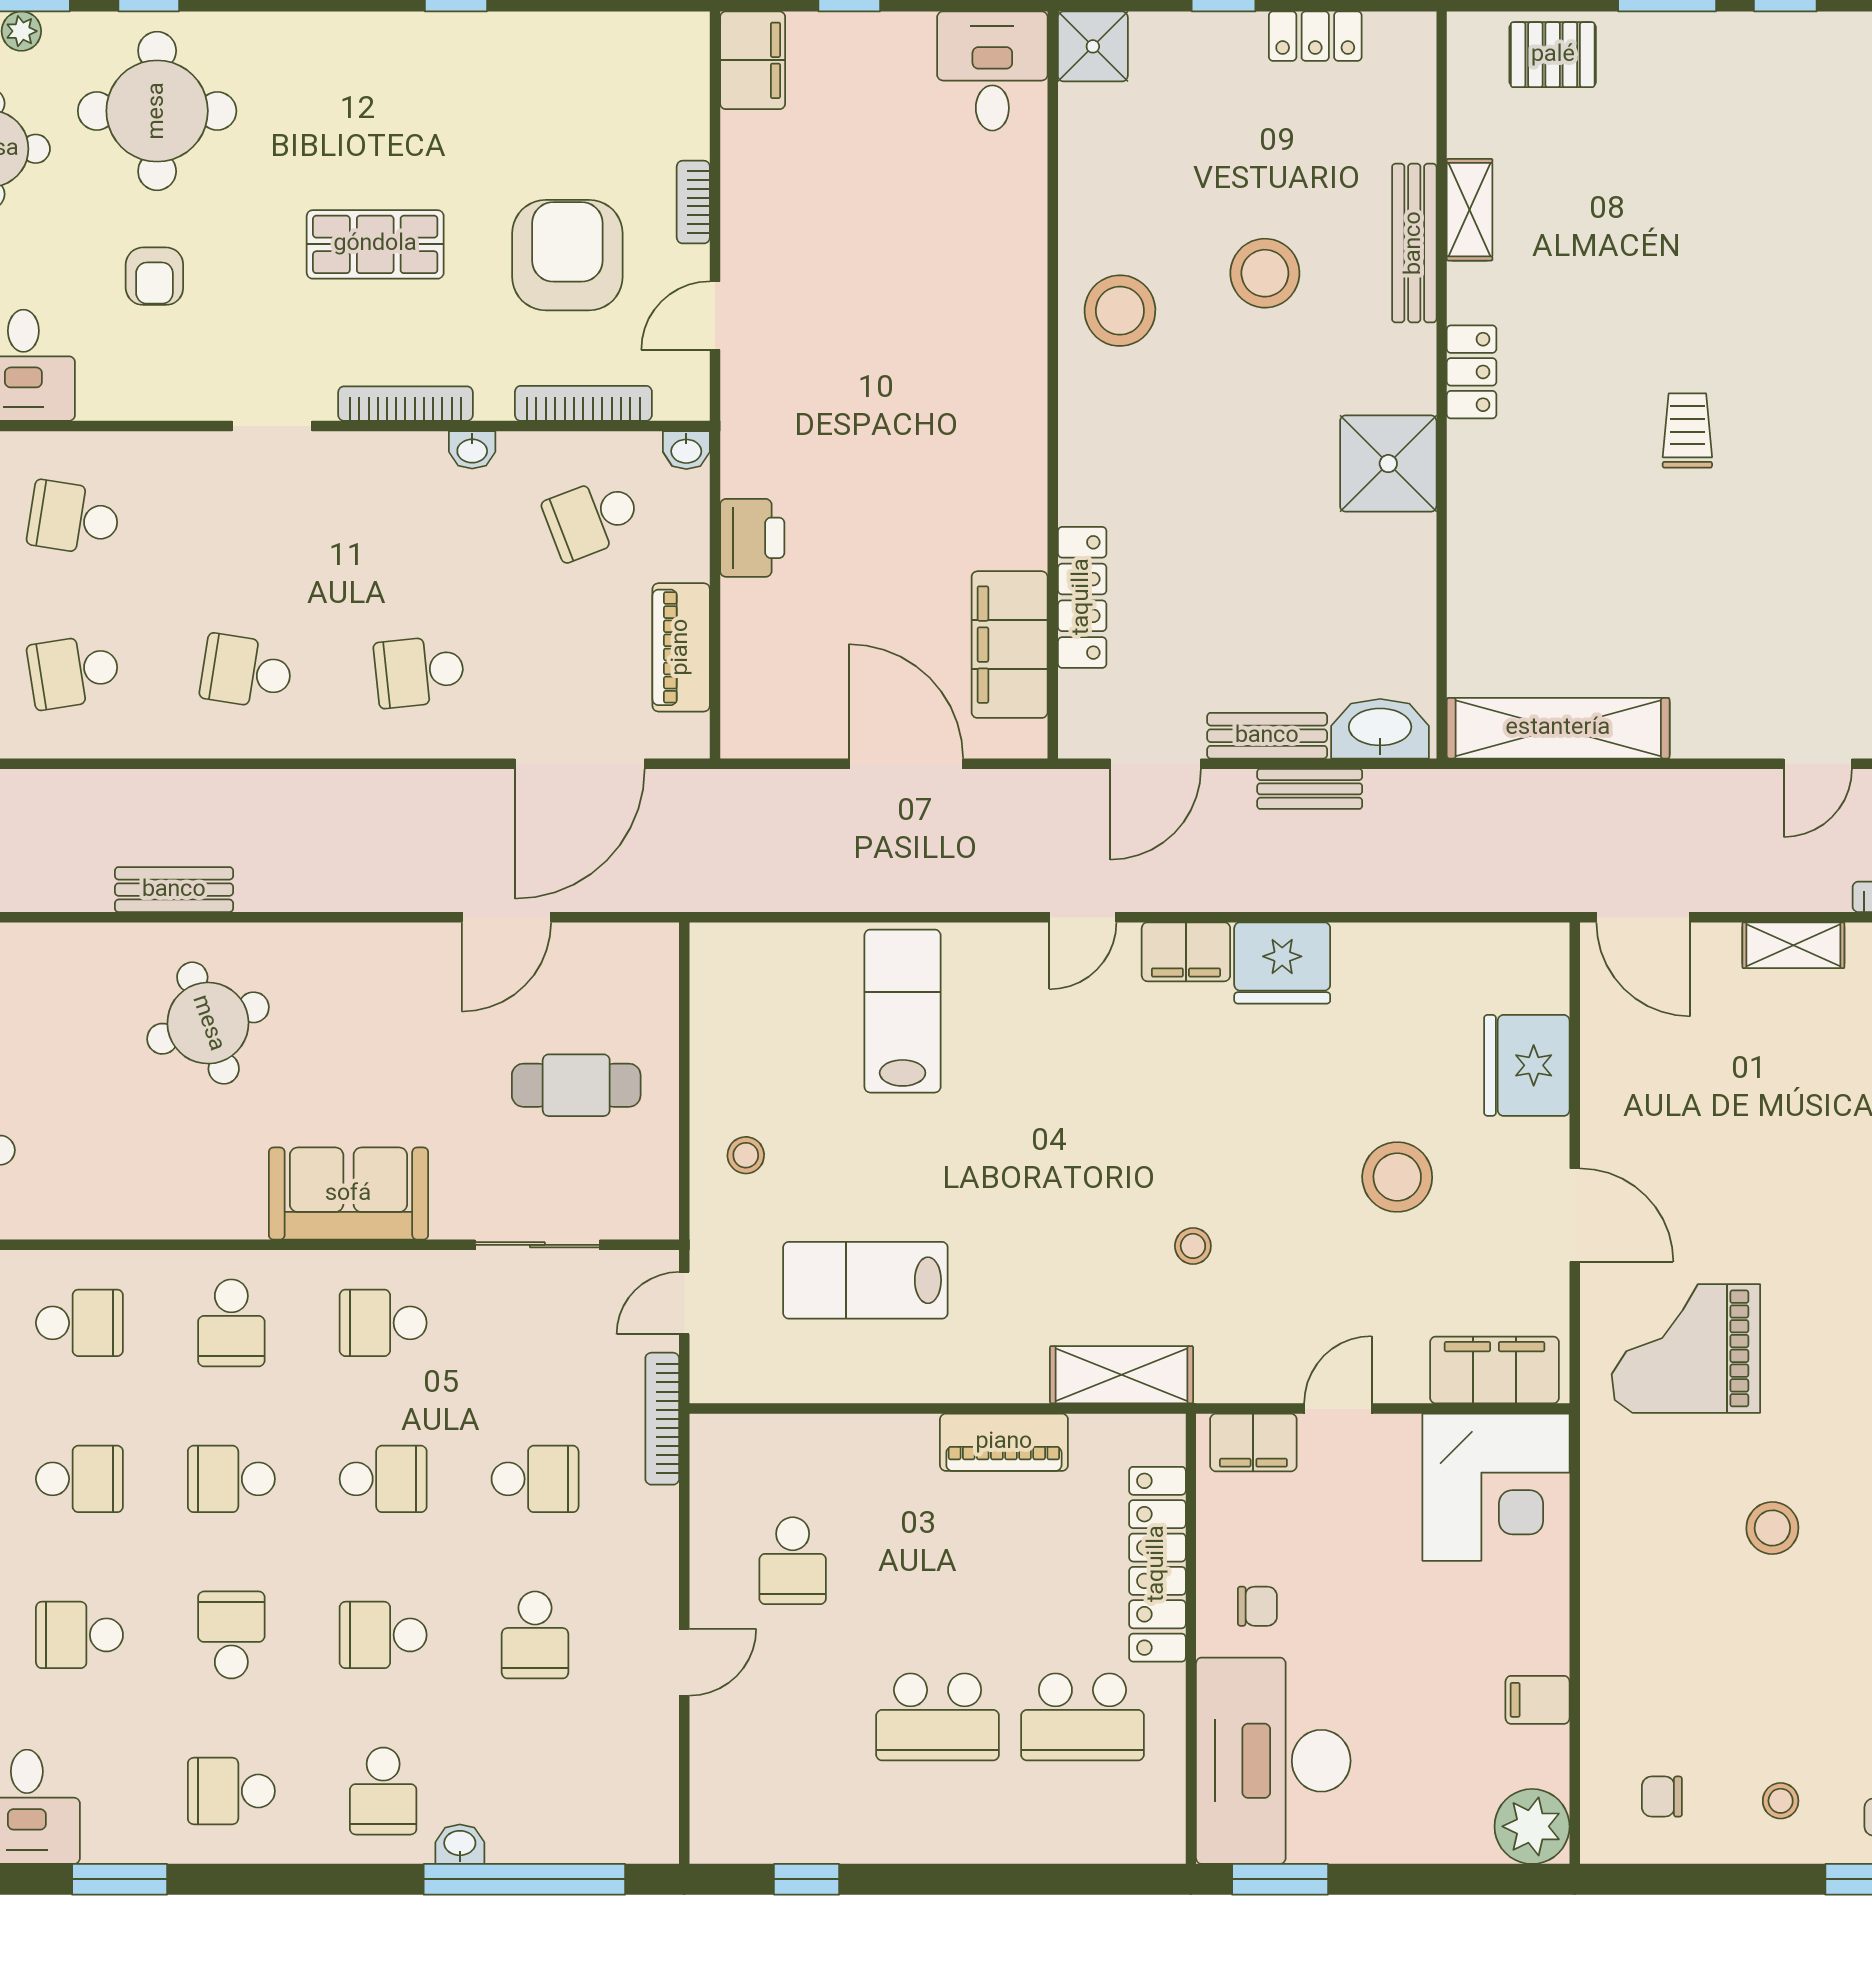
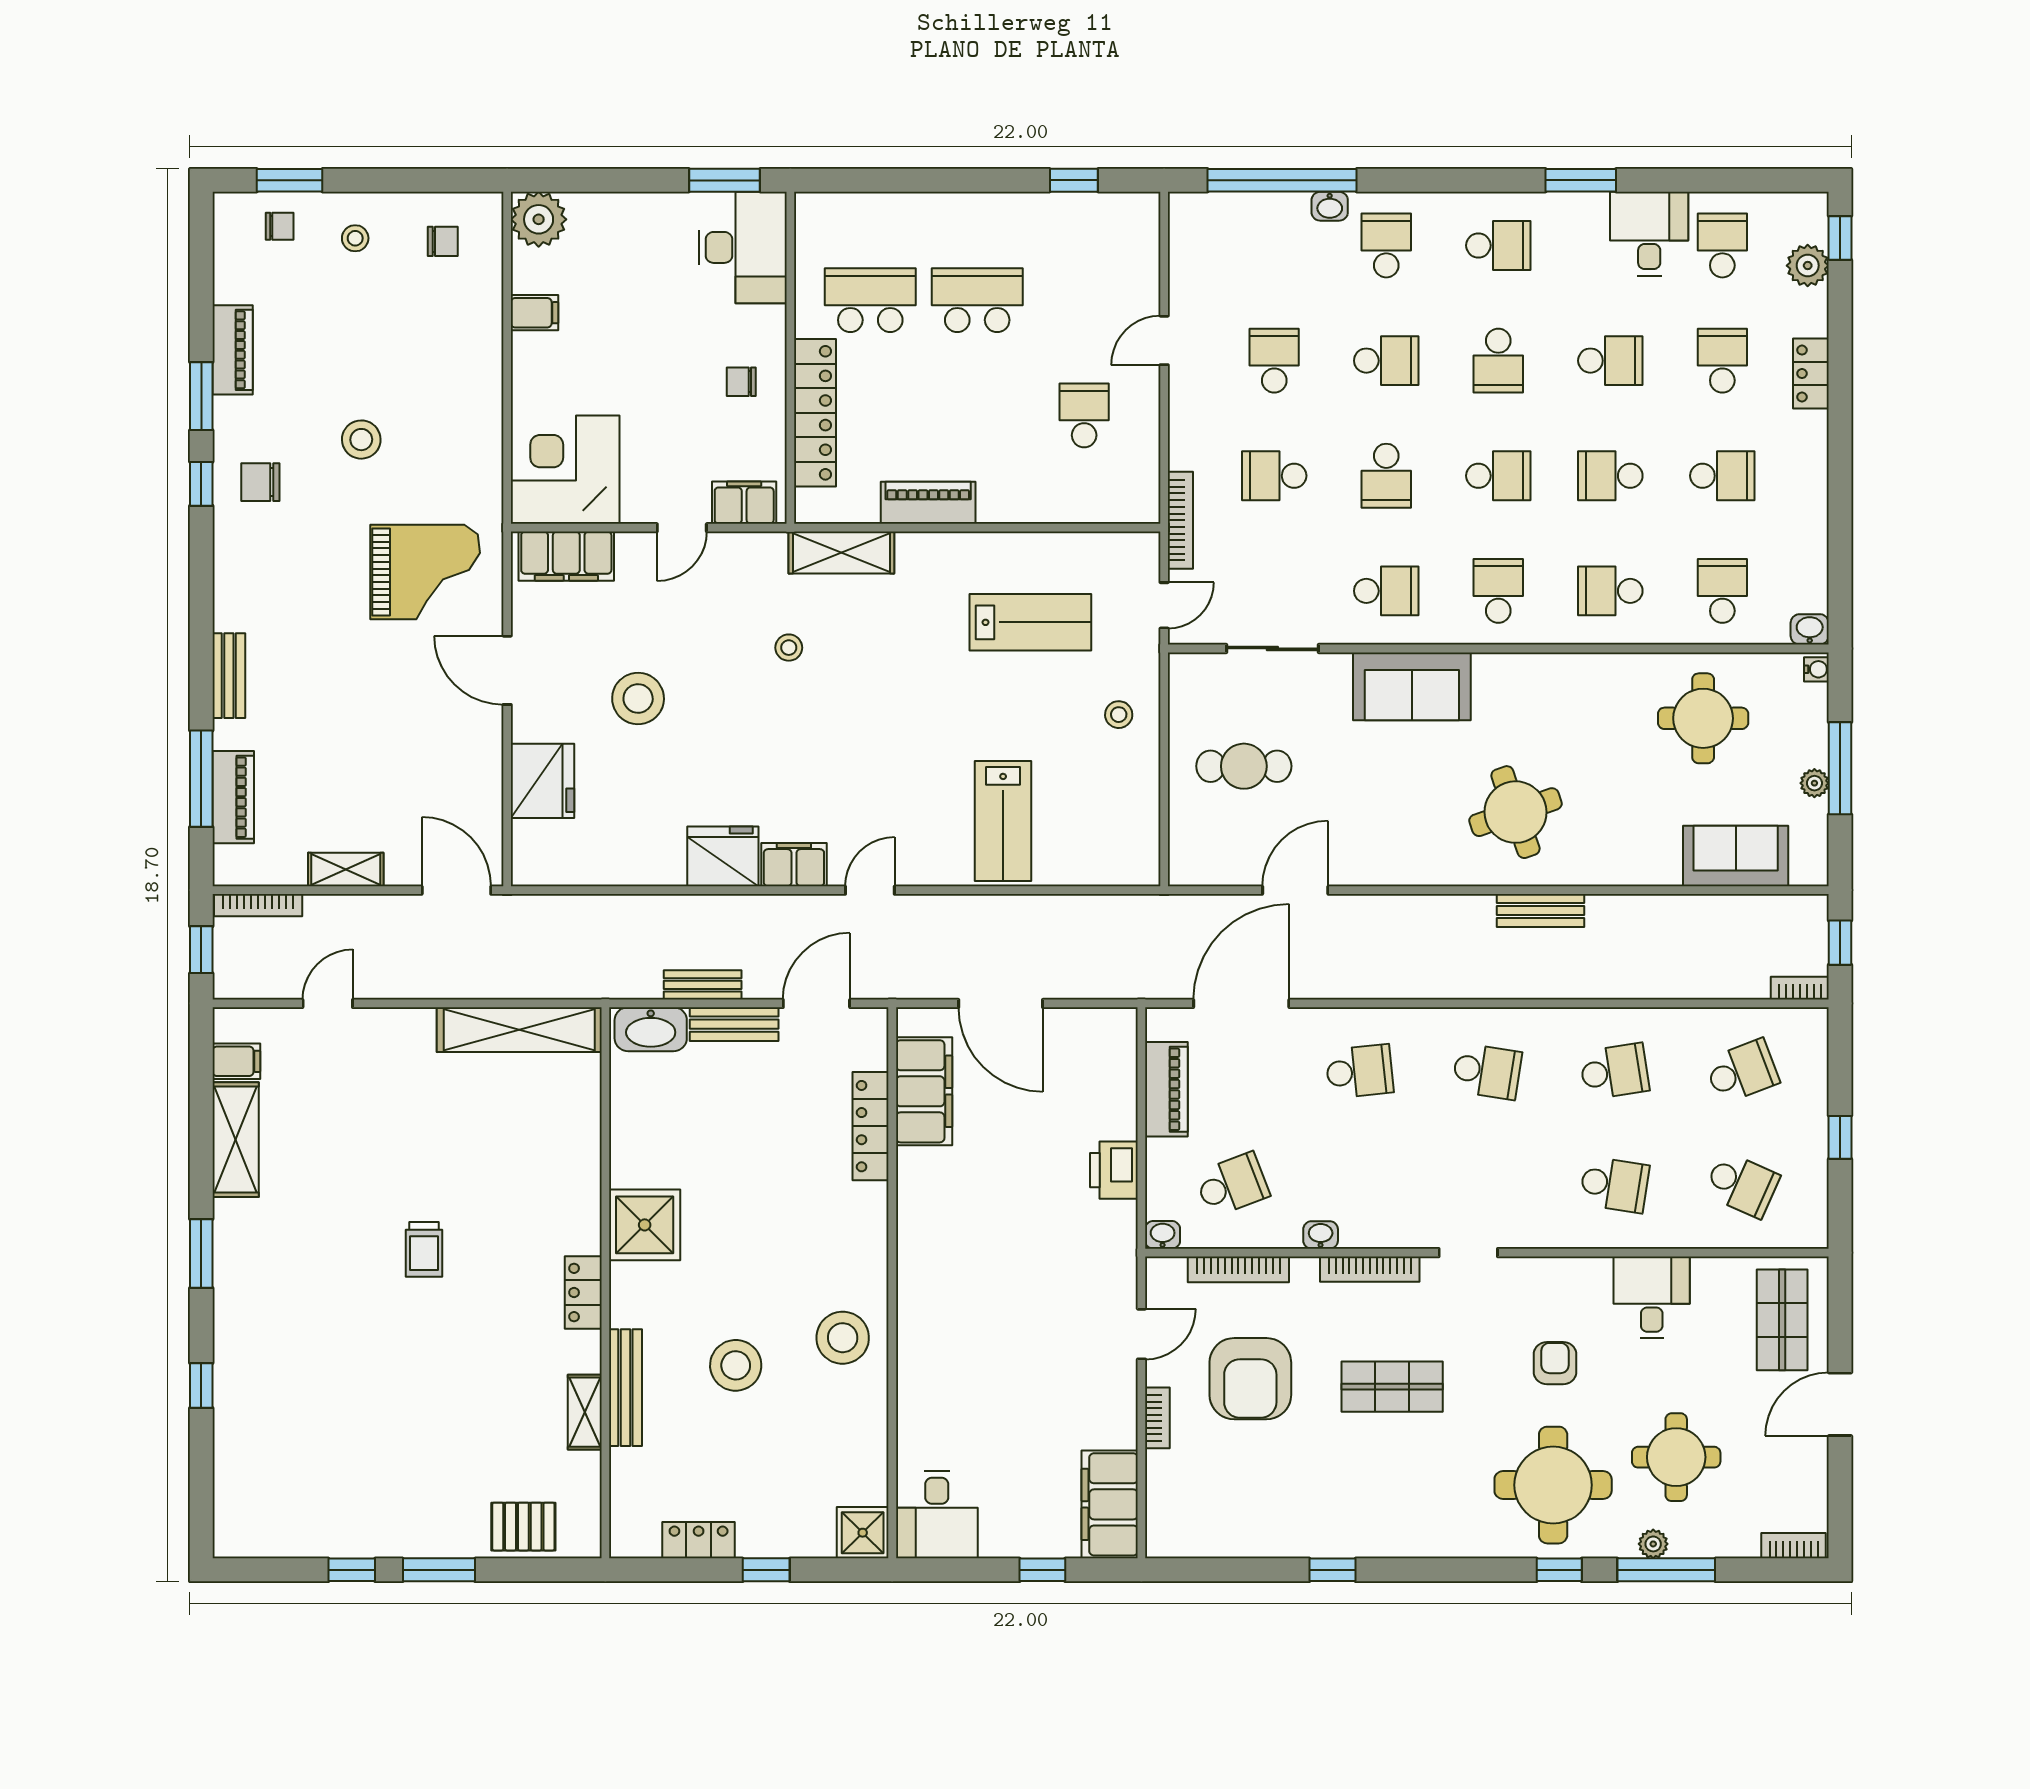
filing cabinet: (753, 60) -> (1110, 1504), width x1.50, depth x1.17
school desk: (383, 1479) -> (1386, 476), turned -90
desk: (1273, 1761) -> (743, 247), width x0.73, depth x0.77

